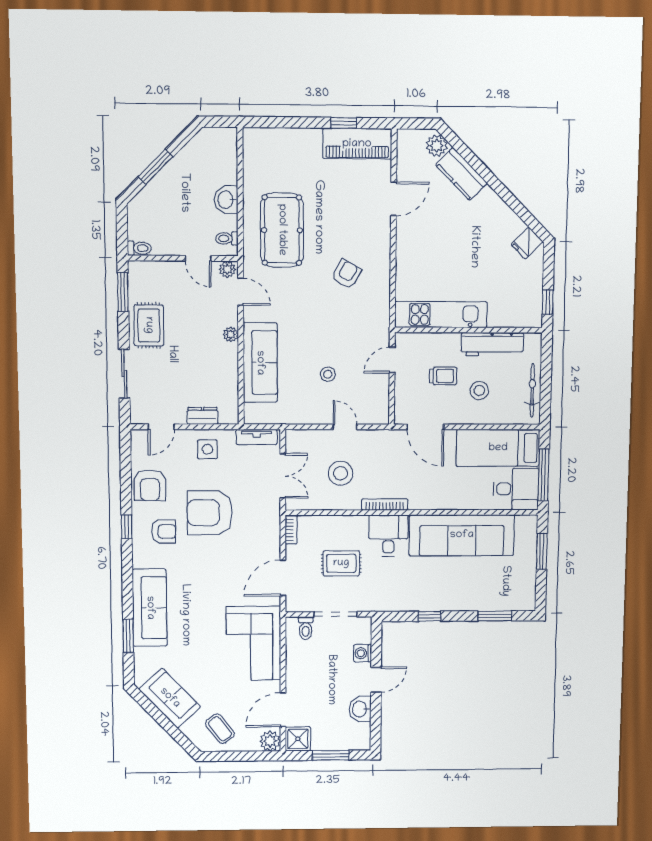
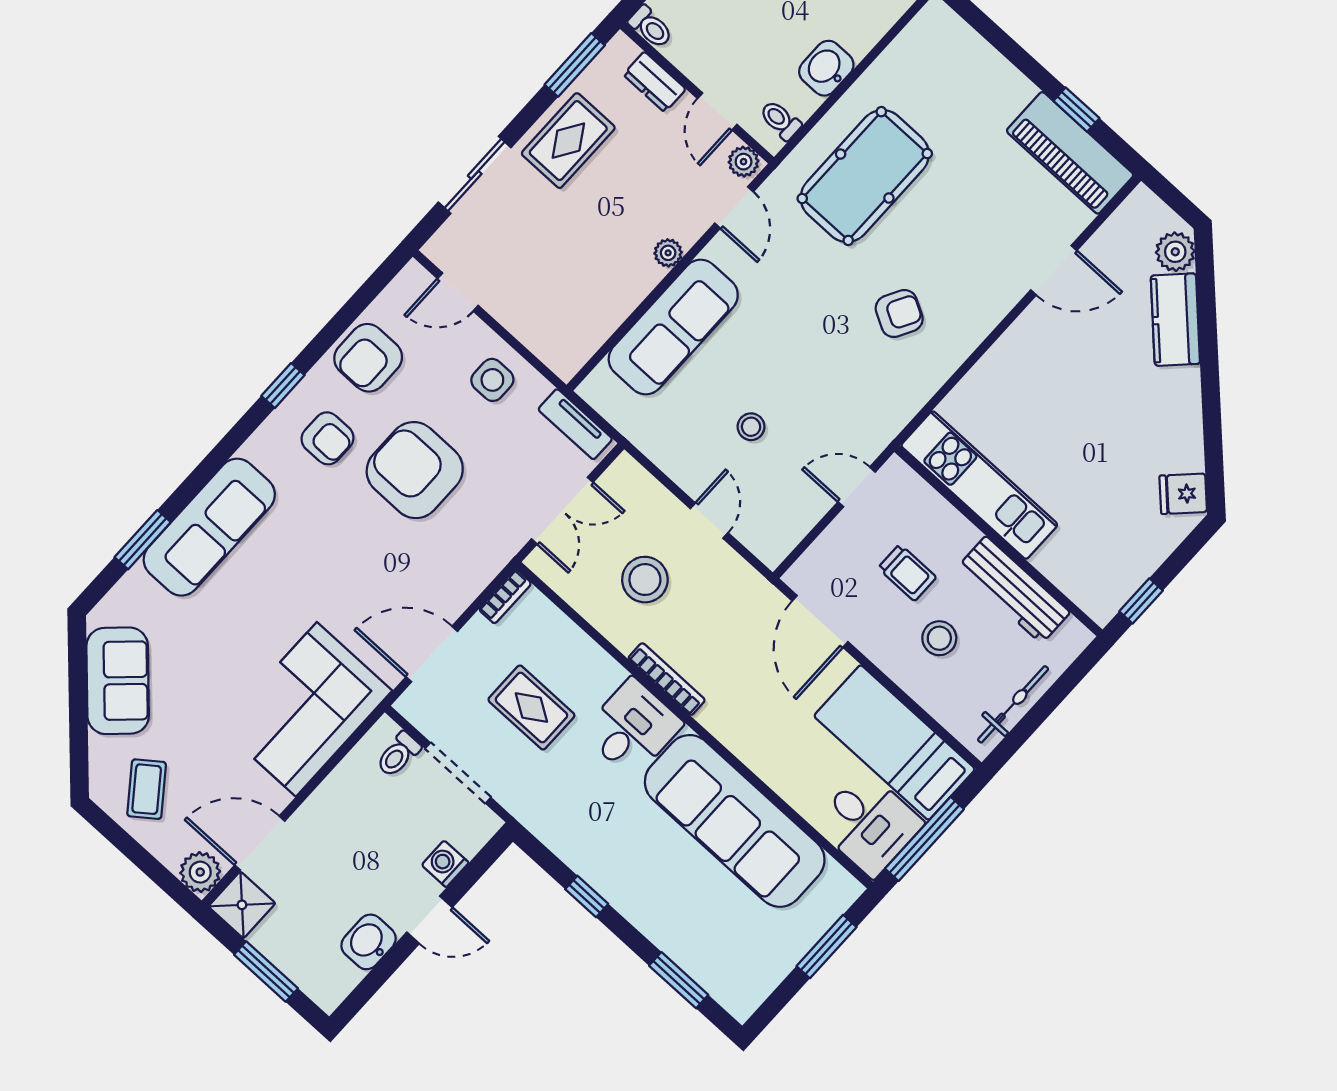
dresser: (203, 416) -> (655, 82), moved, turned 180

